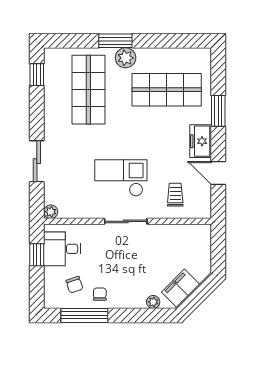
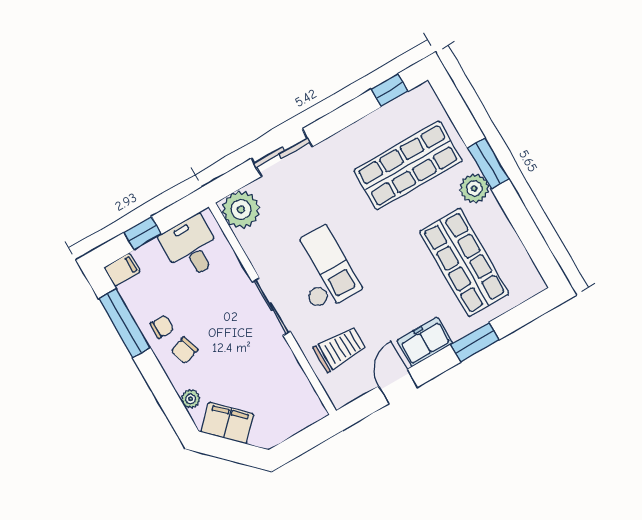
trolley: (175, 195) -> (340, 349), width x1.36, depth x1.39
plant: (51, 212) -> (241, 210), width x1.88, depth x1.88
window: (37, 255) -> (143, 233), moved
chair: (74, 285) -> (184, 350), moved
filing cabinet: (52, 298) -> (122, 270), added

